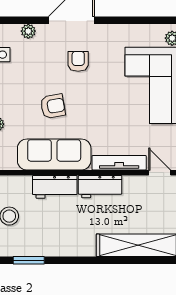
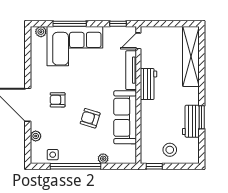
armchair: (53, 106) -> (90, 118), turned -63
workbench: (55, 187) -> (191, 121), moved, turned 180
window: (29, 260) -> (202, 117), moved

